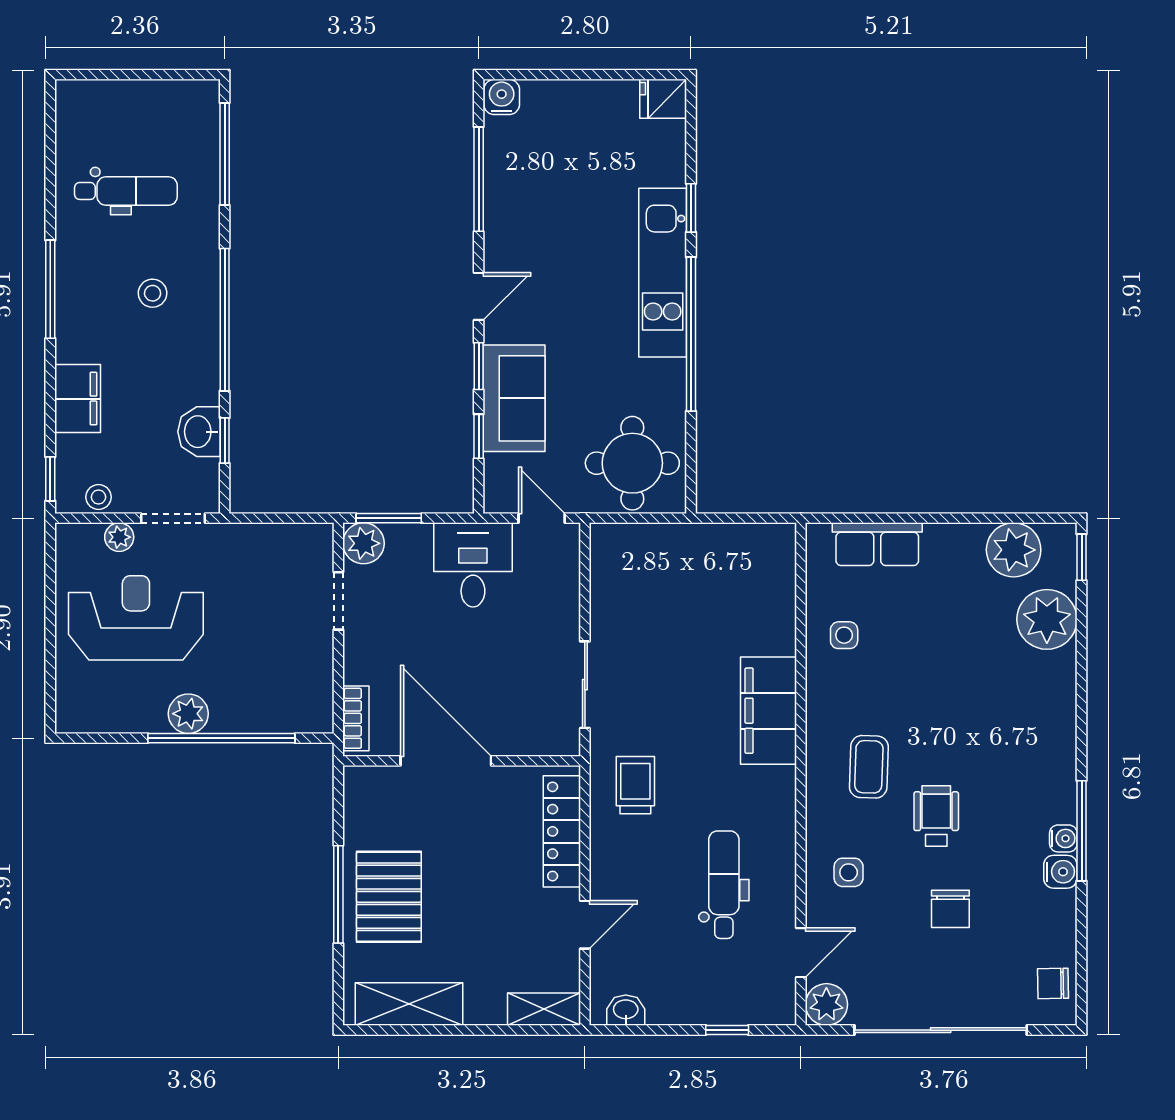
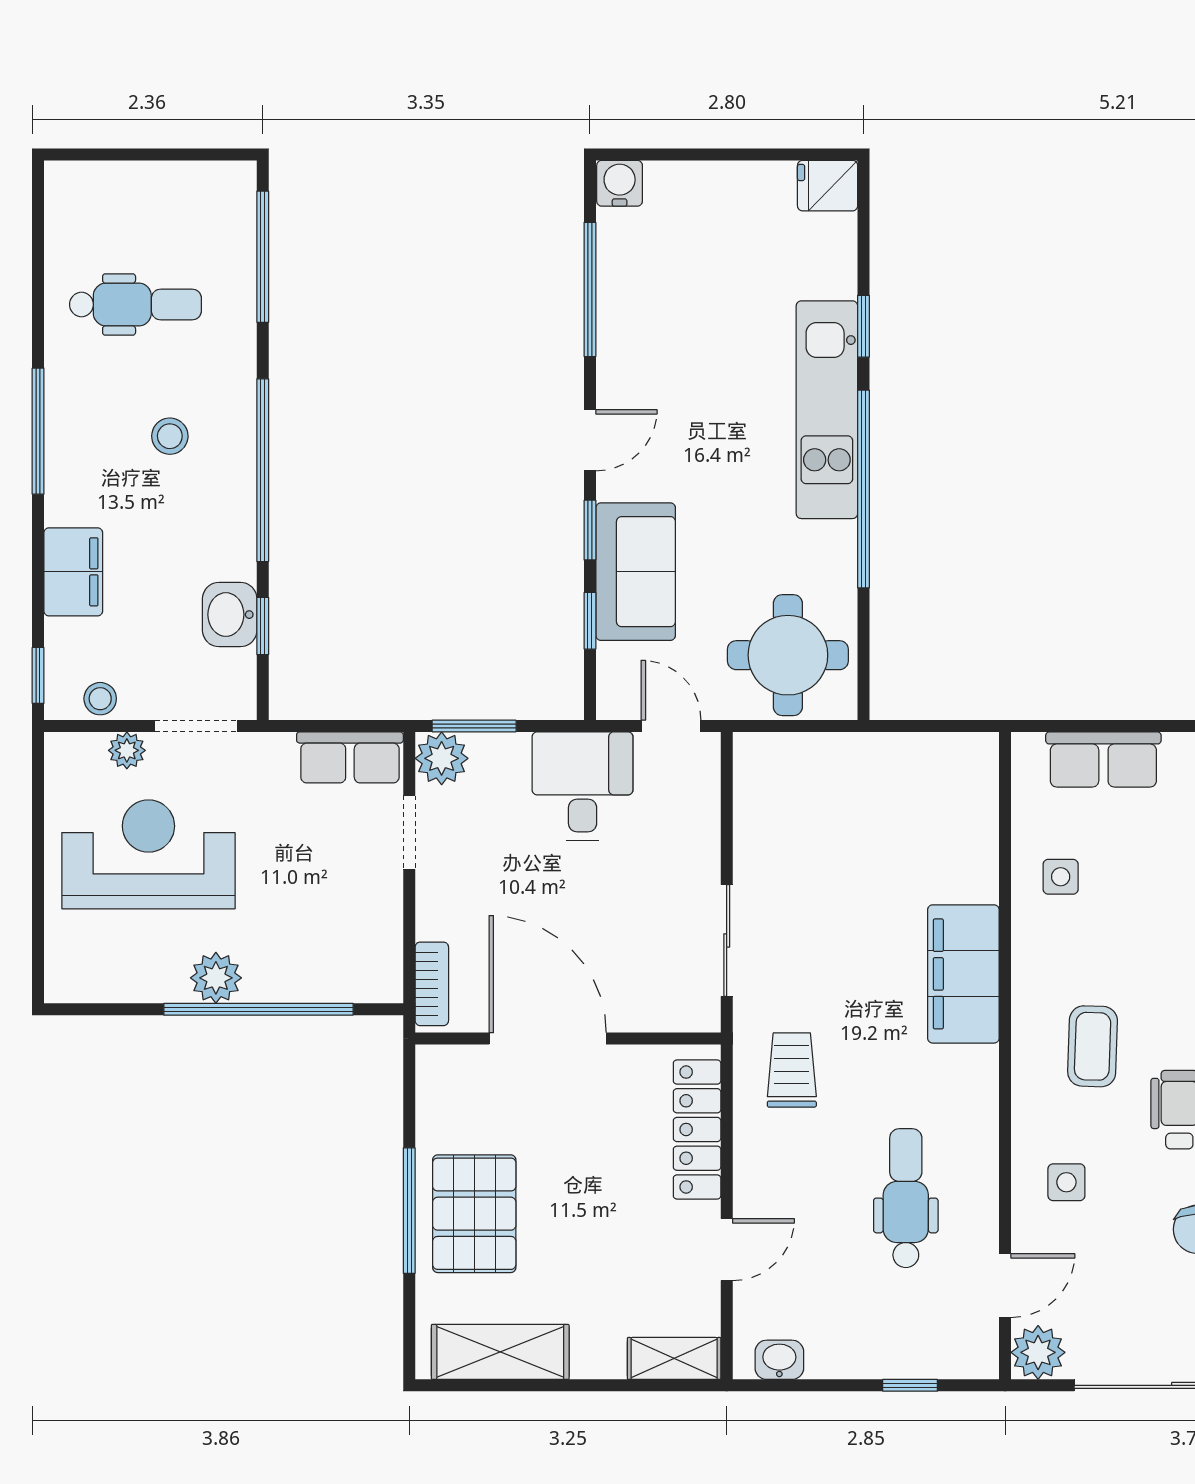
row of seats: (292, 543) -> (350, 757), added

